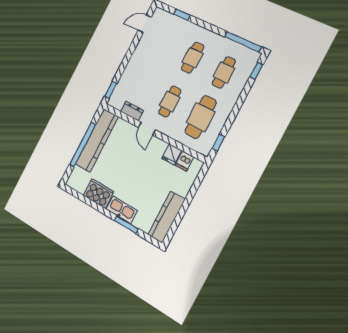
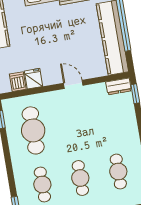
cafe table: (170, 102) -> (118, 172), moved
dresser: (132, 111) -> (119, 86), moved

